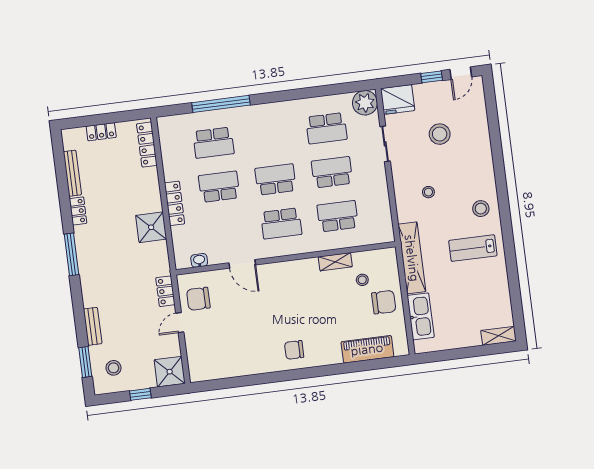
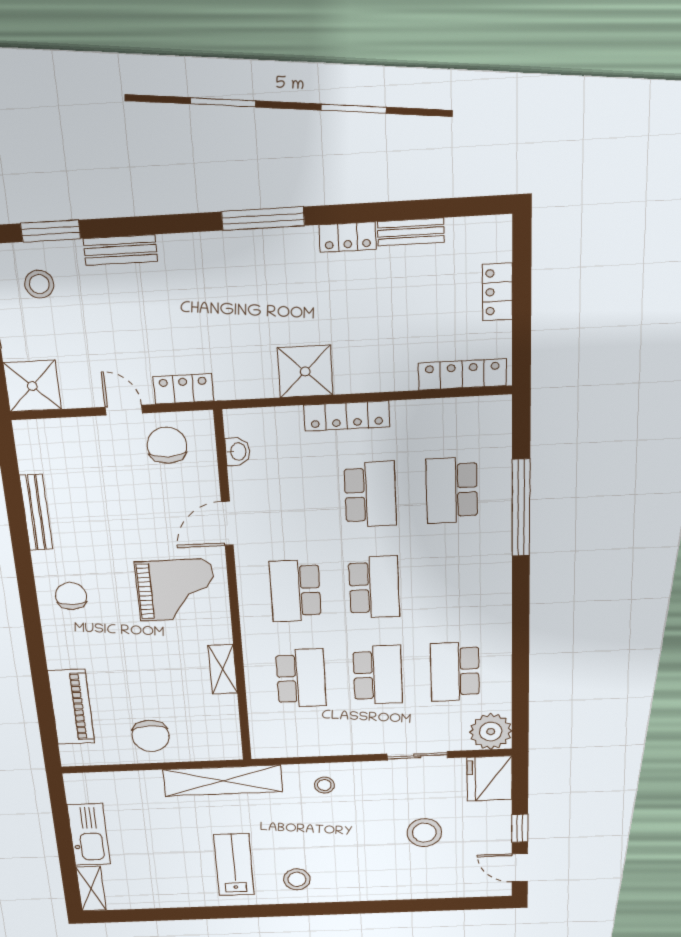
bench: (72, 173) -> (411, 232), width x0.73
stool: (428, 192) -> (324, 785), moved
stool: (362, 280) -> (190, 707), removed
grand piano: (286, 291) -> (176, 590), added
kitchen sink: (421, 316) -> (89, 834), moved, turned -90
bench: (244, 370) -> (36, 512), added

